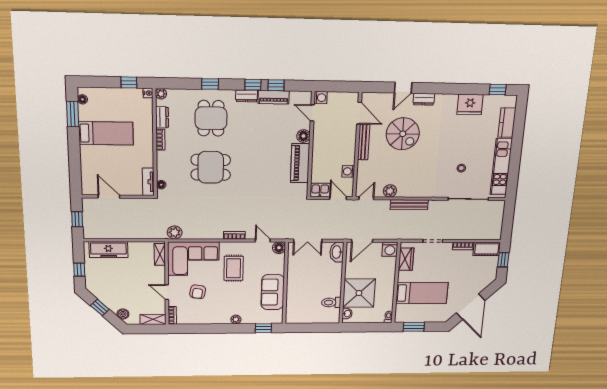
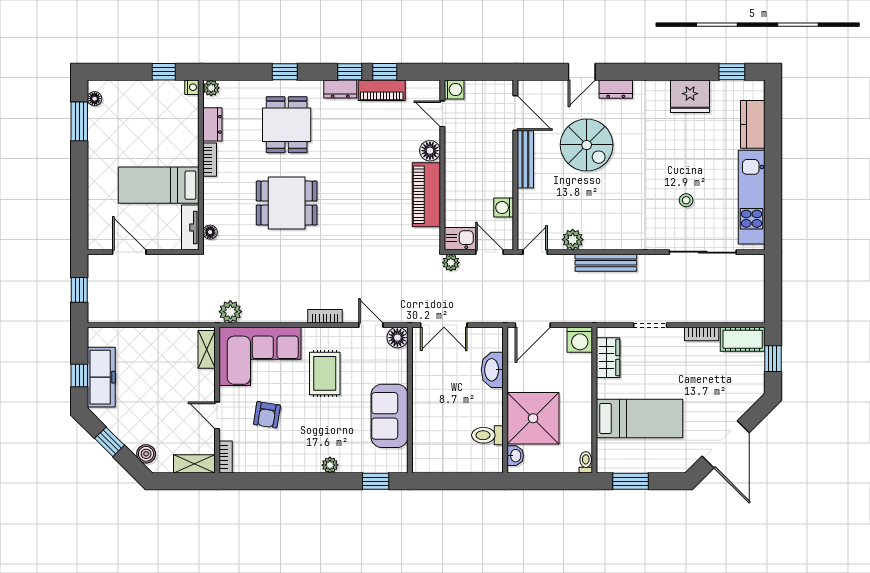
bed: (106, 133) -> (159, 185), moved, turned 180
plant: (314, 204) -> (451, 263), added
freezer: (108, 250) -> (101, 377), moved, turned -90
washbasin: (337, 252) -> (492, 370), moved

